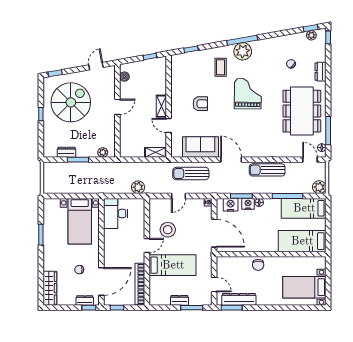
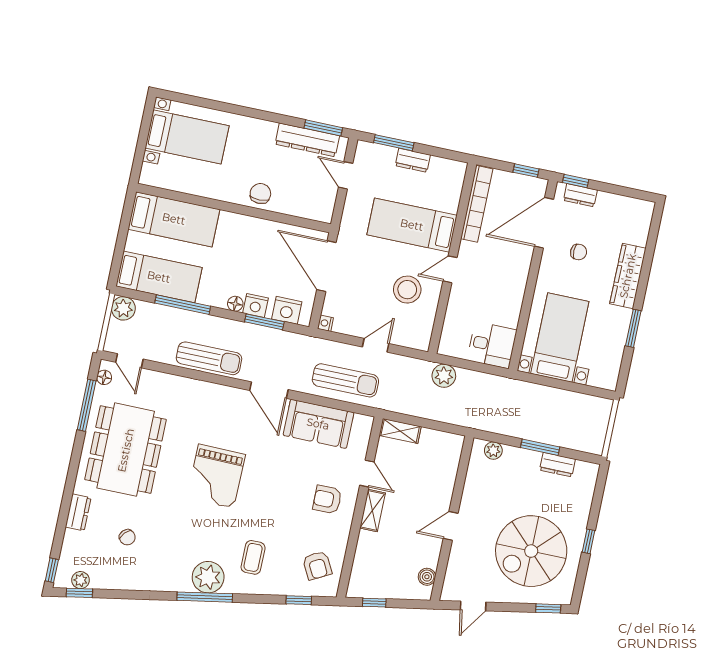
armchair: (185, 70) -> (317, 565), added
grand piano: (248, 94) -> (216, 476), moved
armchair: (200, 104) -> (327, 499), moved
desk: (116, 214) -> (492, 345), width x0.73
wardrobe: (50, 288) -> (628, 276), moved

